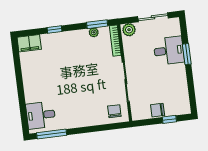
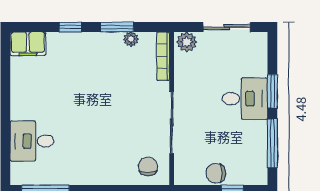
window: (97, 24) -> (117, 27), moved
desk: (169, 51) -> (245, 99), moved
window: (191, 87) -> (272, 144), added
desk: (41, 115) -> (32, 141), moved

